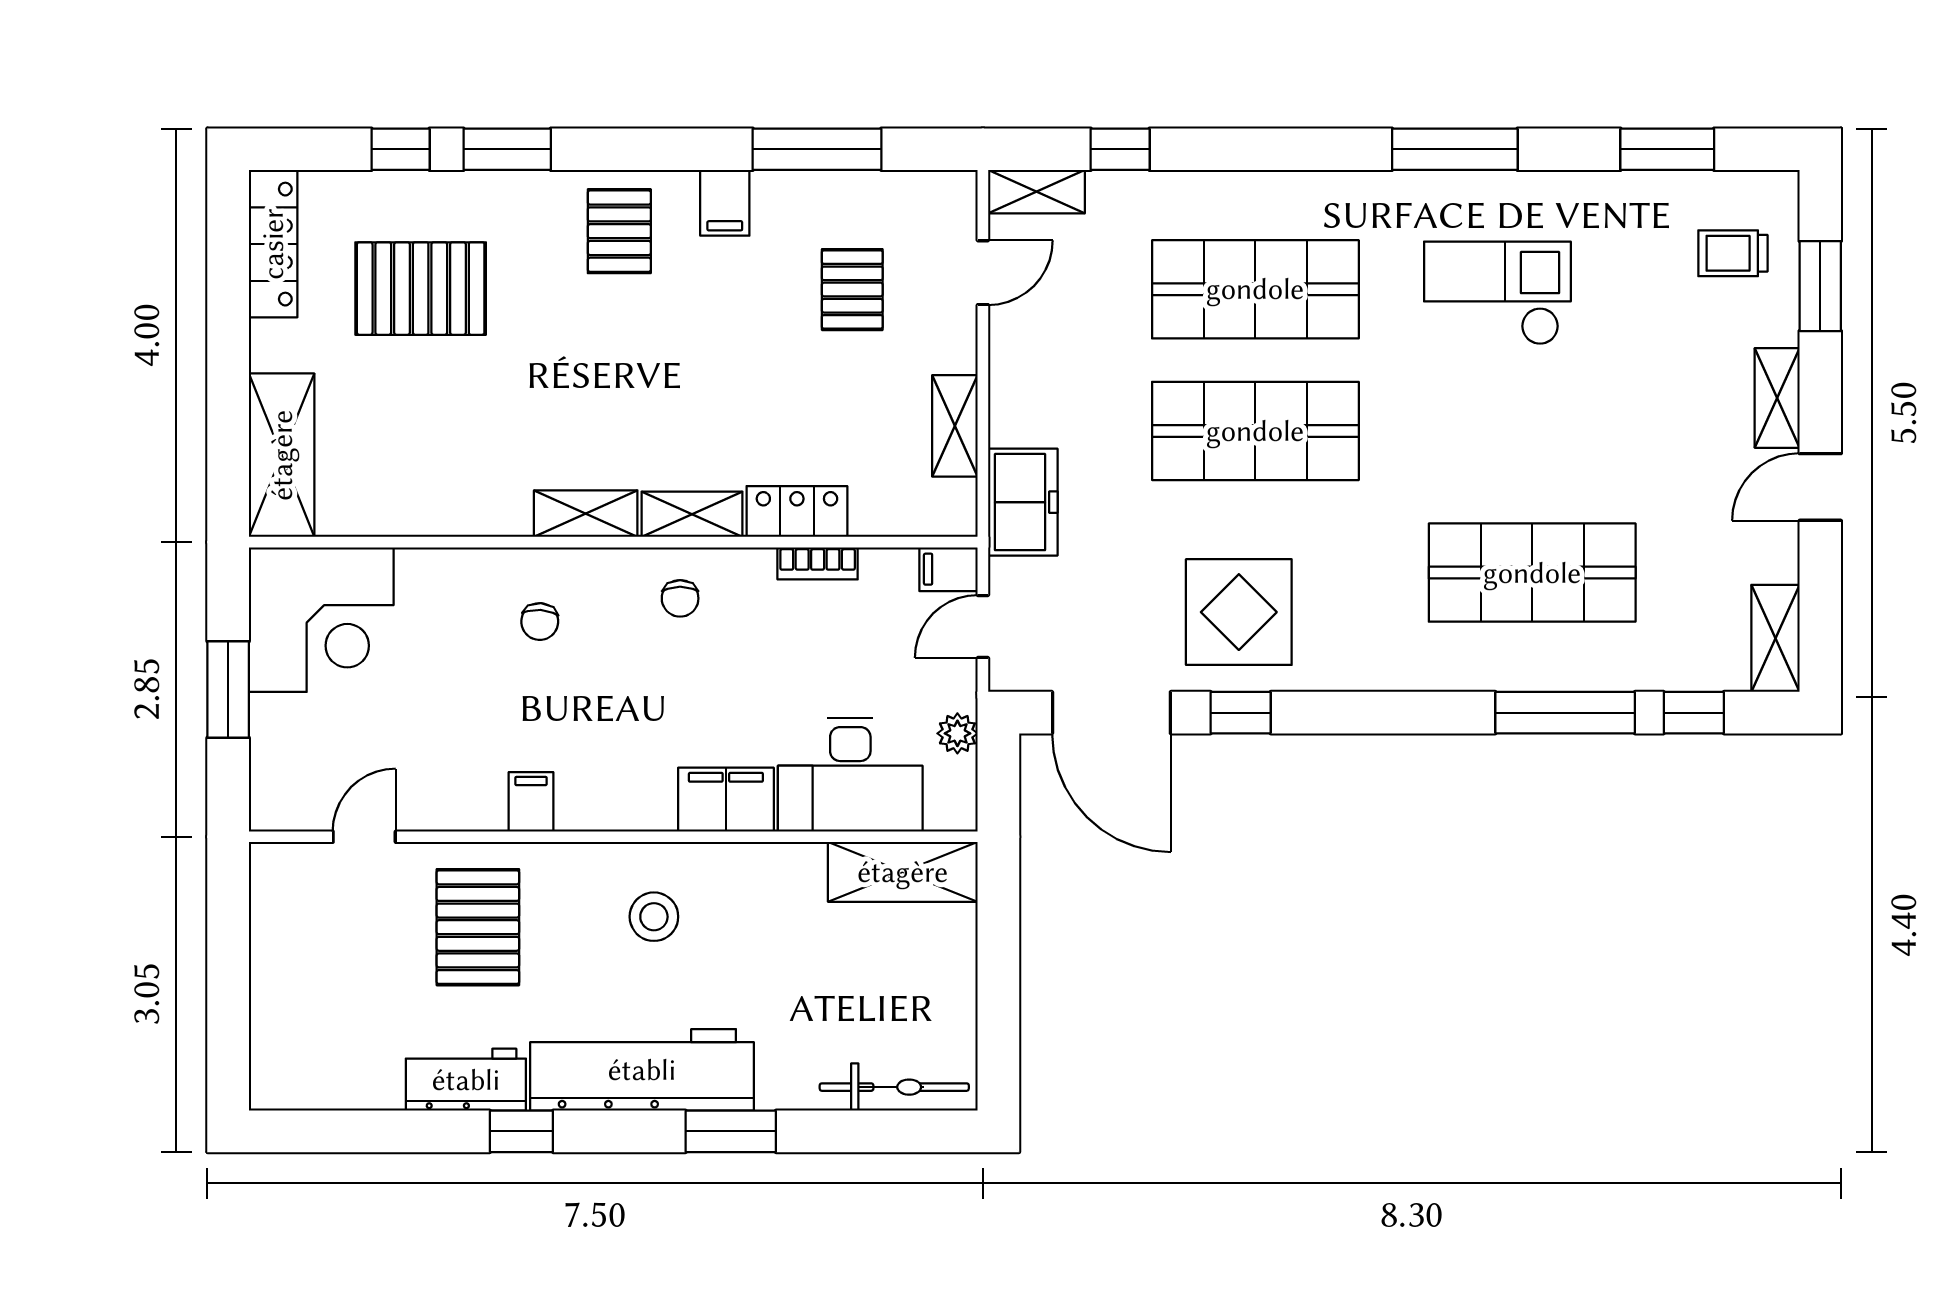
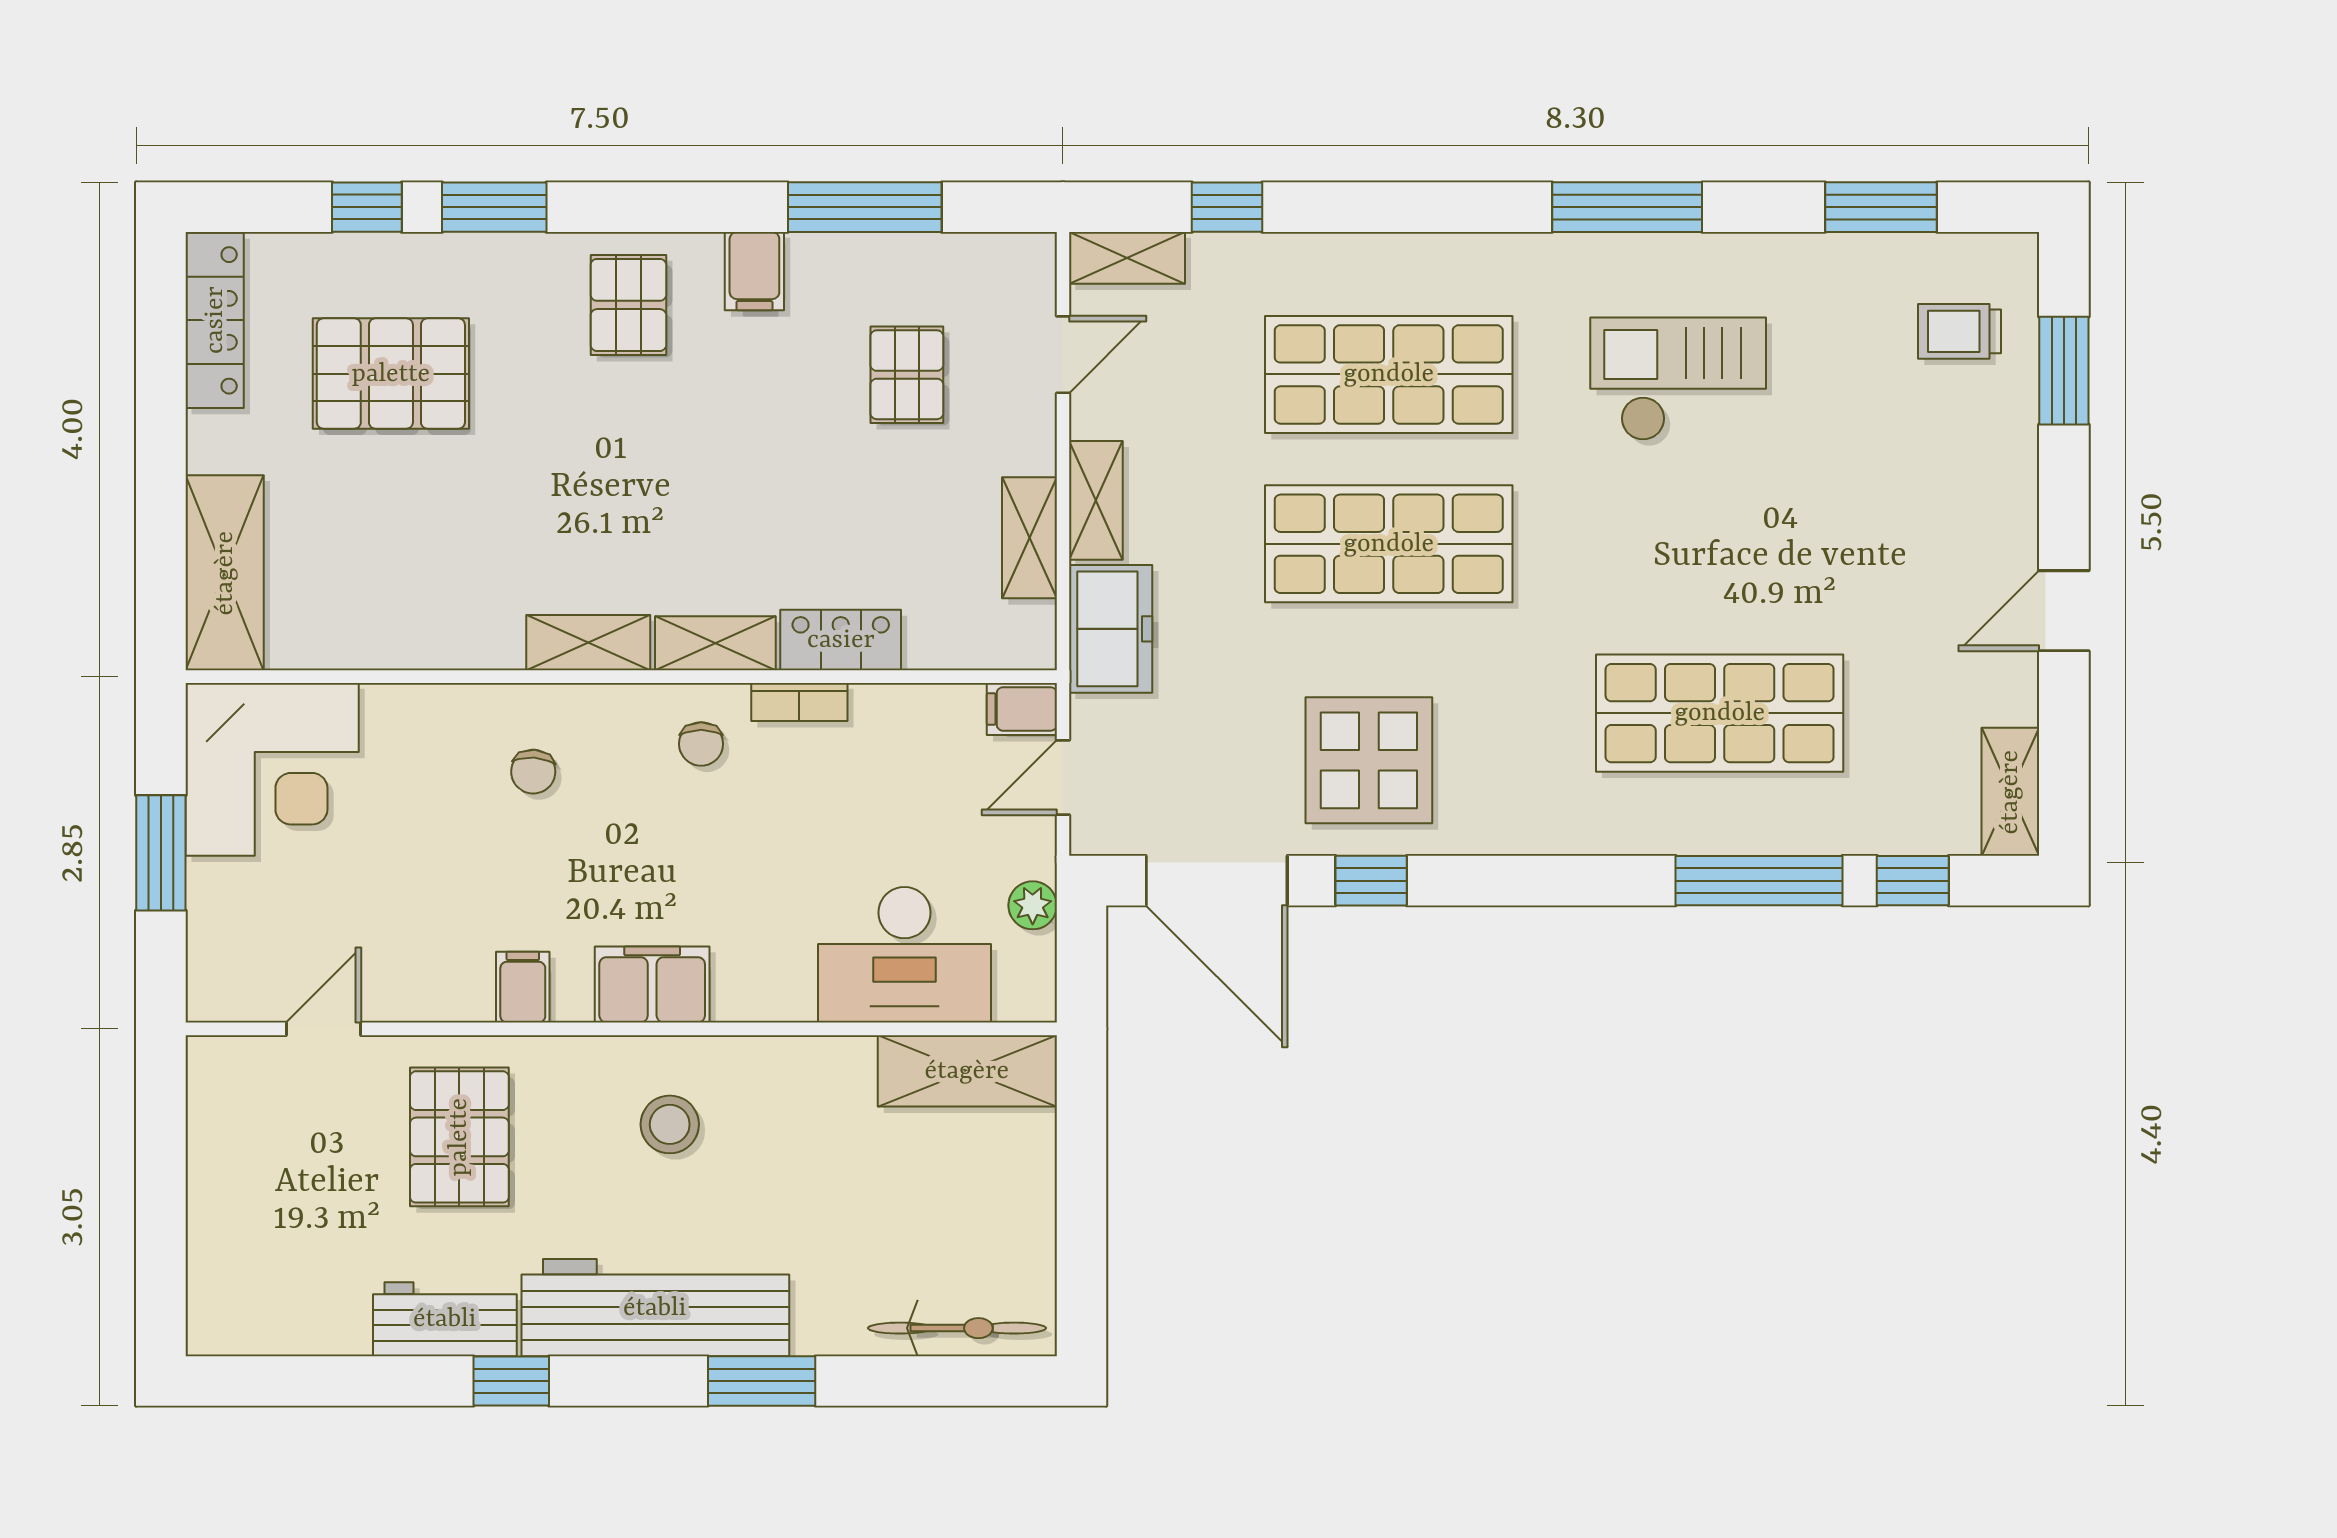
shelving: (1777, 398) -> (1096, 500), moved
bookcase: (818, 563) -> (799, 702), moved
filing cabinet: (726, 800) -> (652, 984), moved

